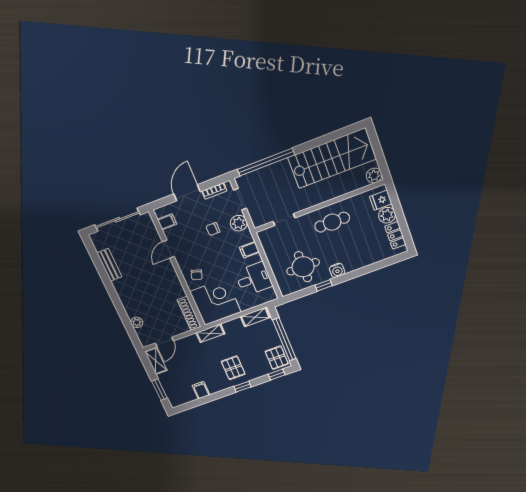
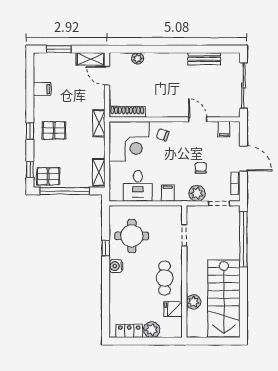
plant: (374, 176) -> (194, 302), moved
fridge: (381, 200) -> (173, 309), moved, turned -90

